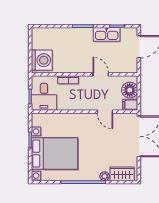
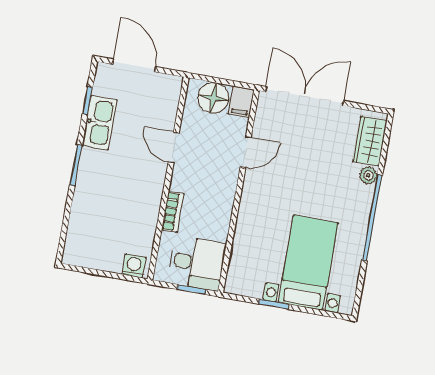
washing machine: (42, 60) -> (134, 266), width x0.53, depth x0.53
door: (101, 74) -> (174, 148), hinge flipped
bed with nightstands: (54, 154) -> (308, 263), width x0.73

